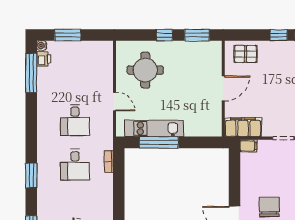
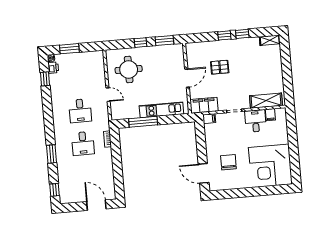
pallet: (246, 54) -> (220, 67), moved
window: (31, 73) -> (45, 79), width x0.46
kitchen unit: (154, 128) -> (161, 110), moved

